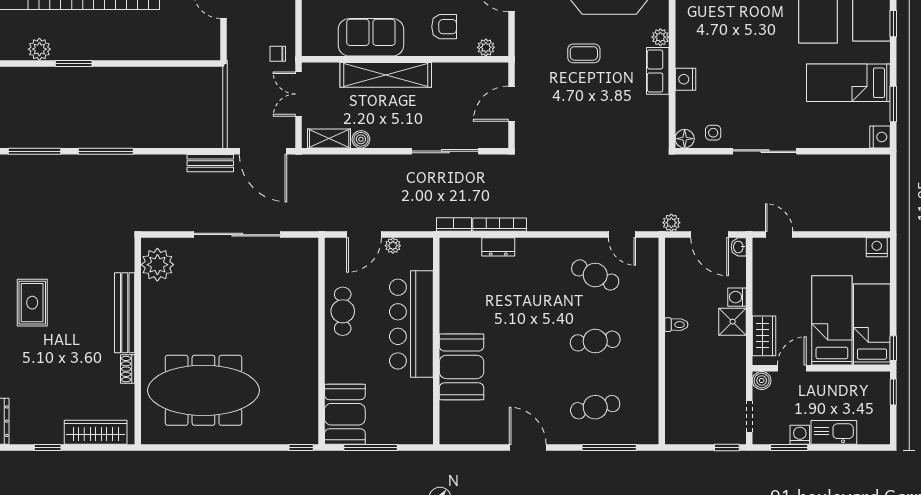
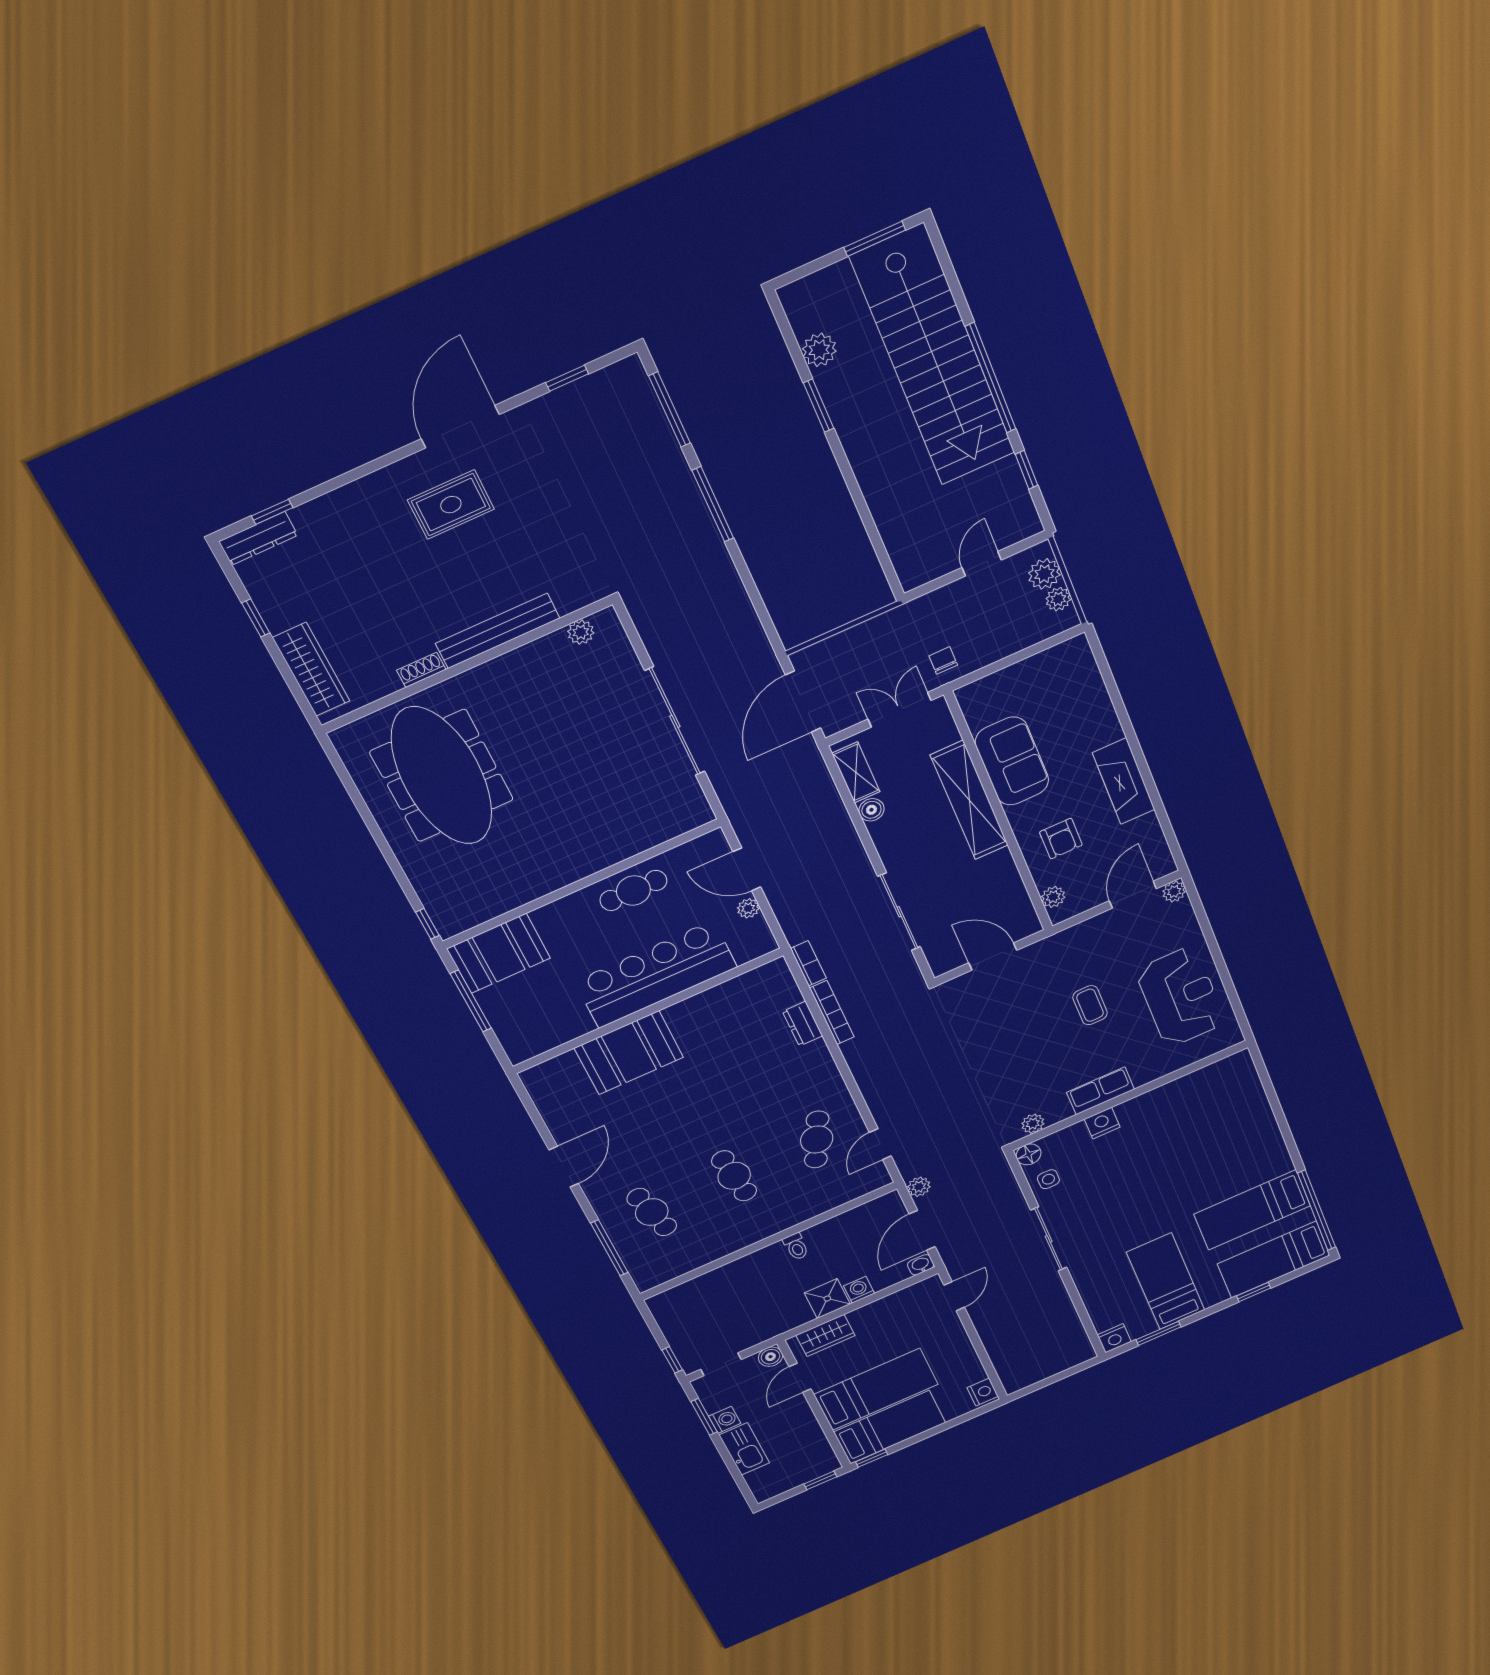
plant: (660, 37) -> (1033, 1124), moved
bench: (210, 163) -> (757, 645), removed
plant: (157, 265) -> (581, 632), width x0.53, depth x0.53
door: (792, 368) -> (800, 1378), swing flipped

